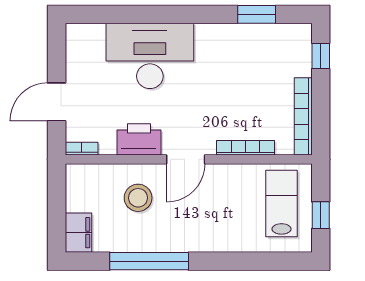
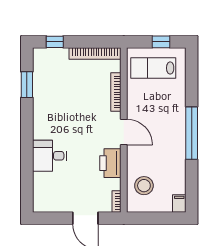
desk: (150, 56) -> (50, 156), width x0.53, depth x0.77
stool: (138, 198) -> (144, 186), moved
filing cabinet: (78, 233) -> (179, 204), width x0.50
window: (149, 261) -> (192, 133), moved

